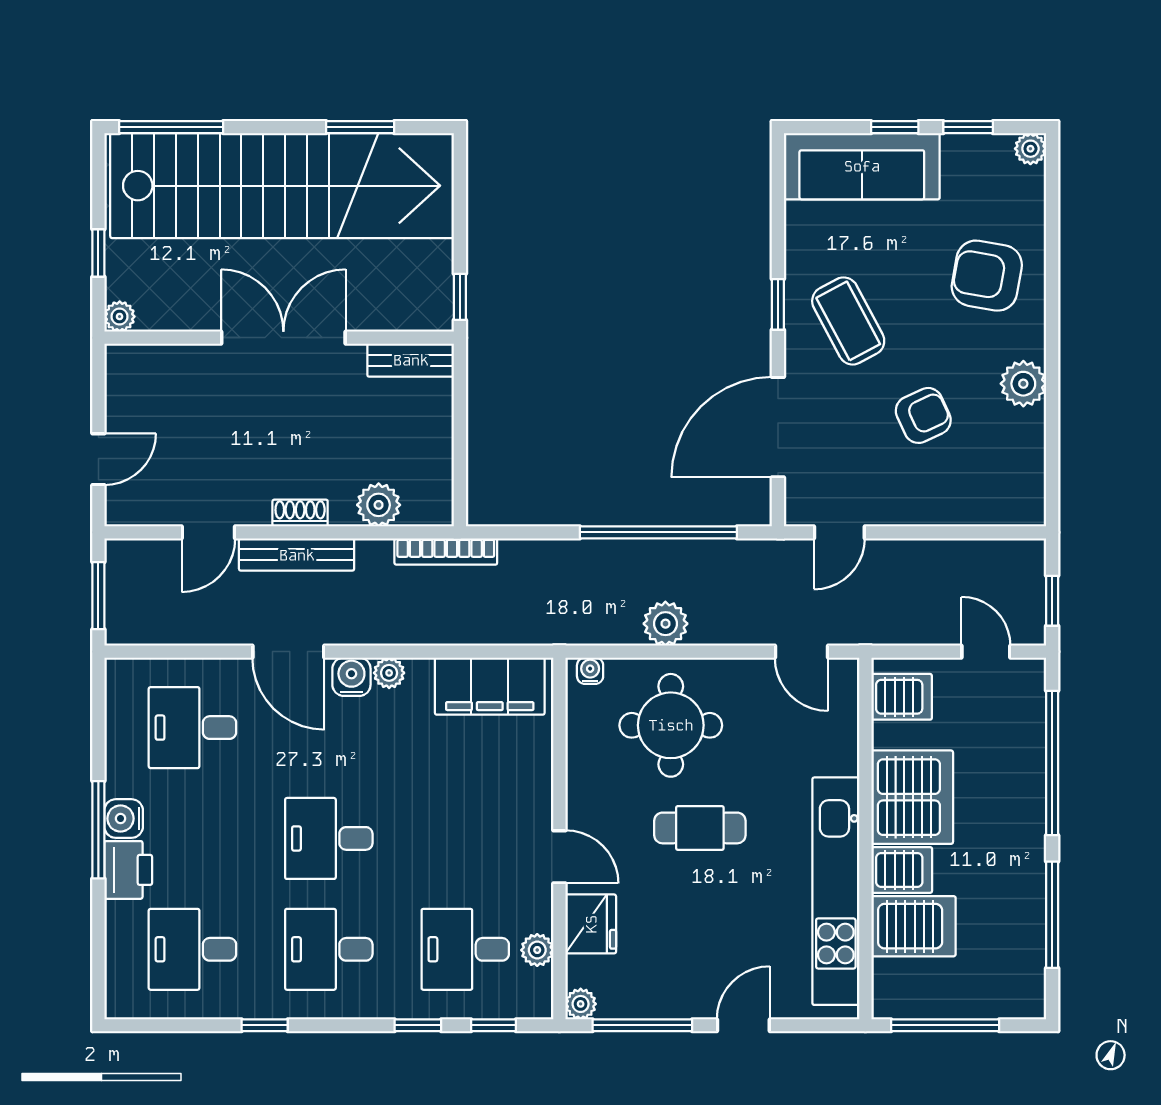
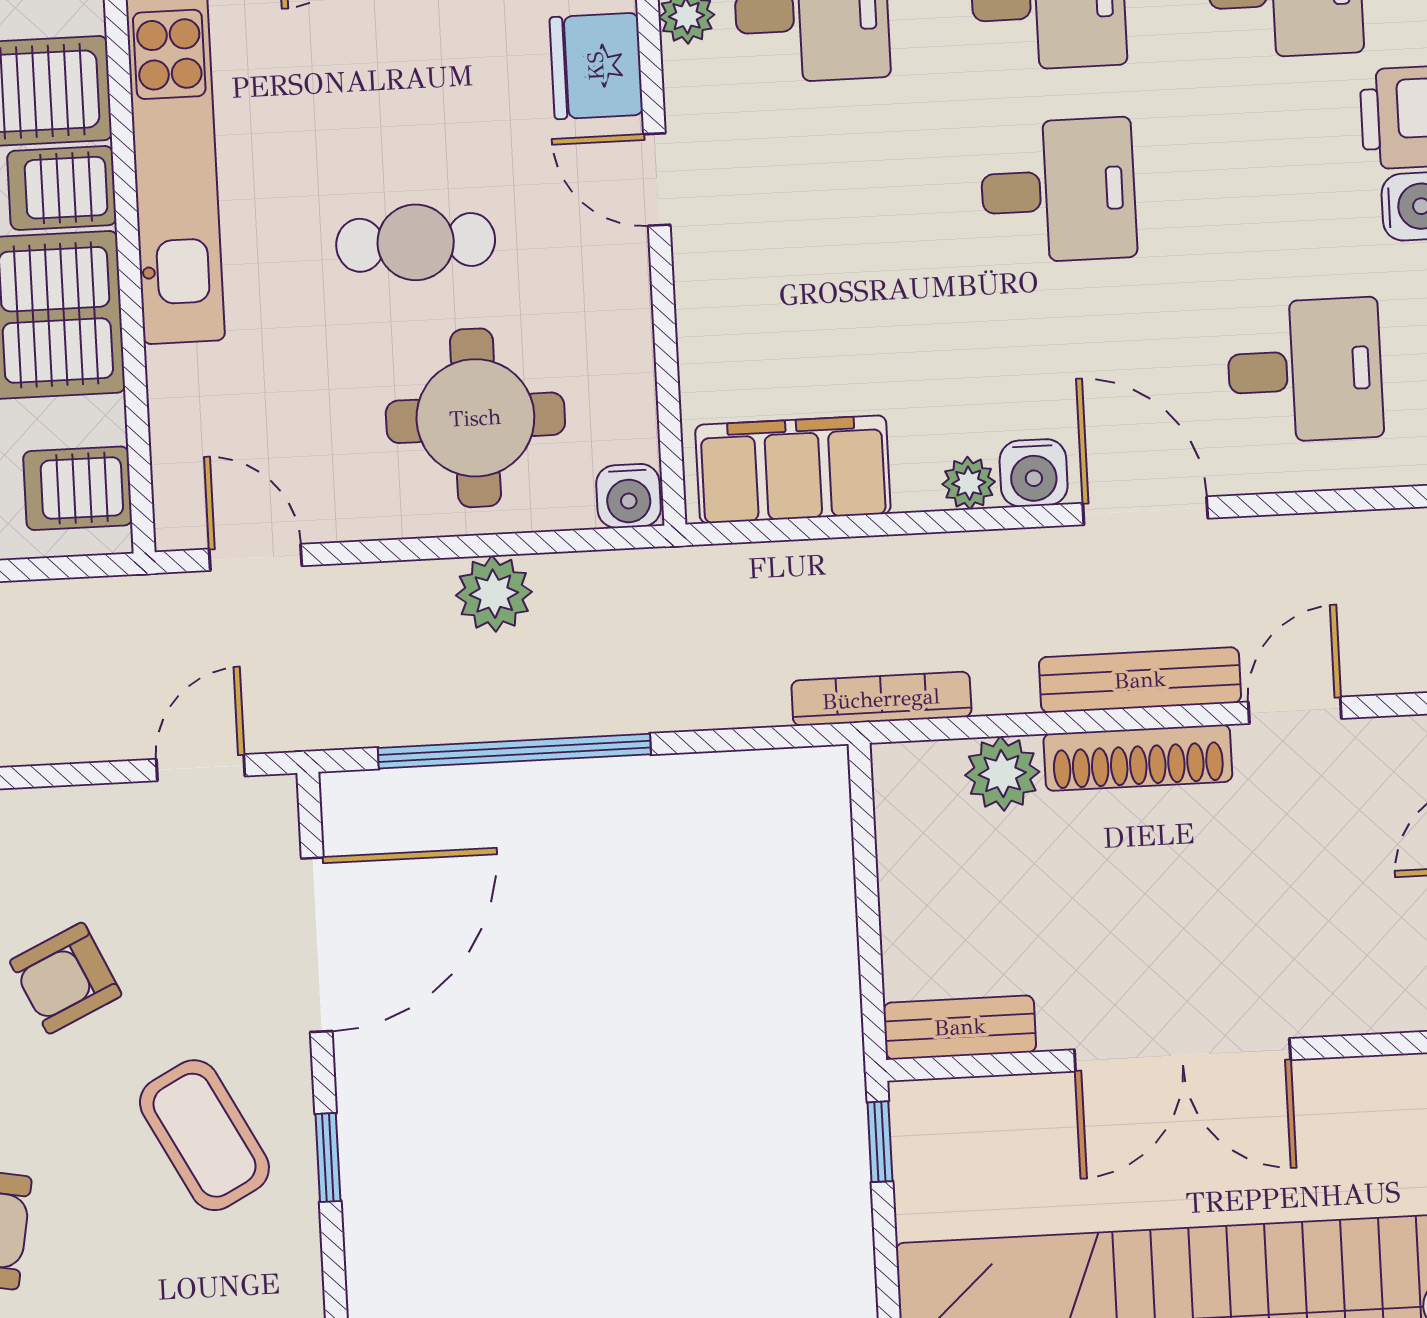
shoe rack: (300, 513) -> (1138, 758), width x1.94, depth x1.24
water cooler: (590, 671) -> (628, 496), width x1.38, depth x1.38

